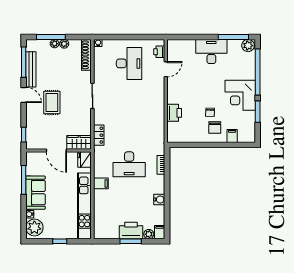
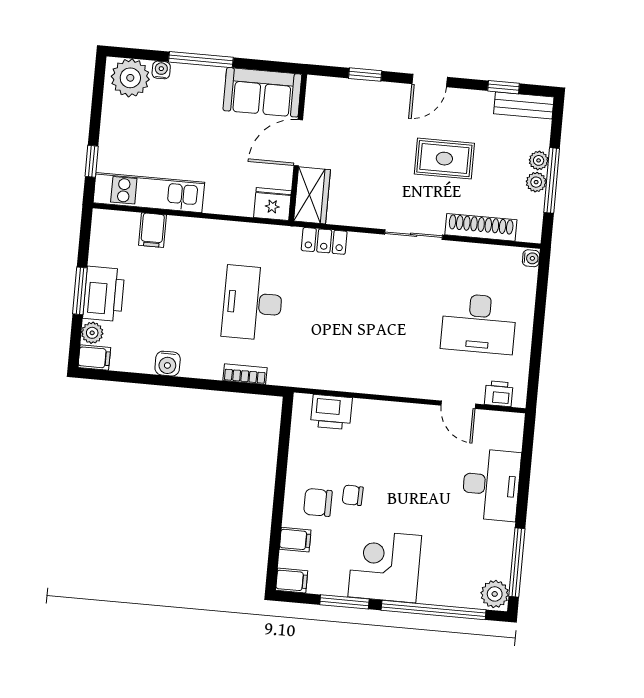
window: (51, 37) -> (552, 180), moved
desk: (211, 51) -> (491, 485), moved
shoe rack: (86, 55) -> (481, 227), moved
window: (24, 62) -> (503, 87), width x0.46
bench: (31, 69) -> (524, 105), moved, width x0.73
rug: (52, 102) -> (444, 159), moved
printer: (174, 113) -> (331, 412), moved
window: (24, 135) -> (365, 75), moved
filing cabinet: (250, 136) -> (292, 581), added
window: (24, 180) -> (201, 60), moved
filing cabinet: (101, 183) -> (153, 230), moved
sofa: (36, 193) -> (262, 92), moved
kitchen unit: (84, 206) -> (149, 193), width x0.73
window: (60, 241) -> (92, 161), moved

